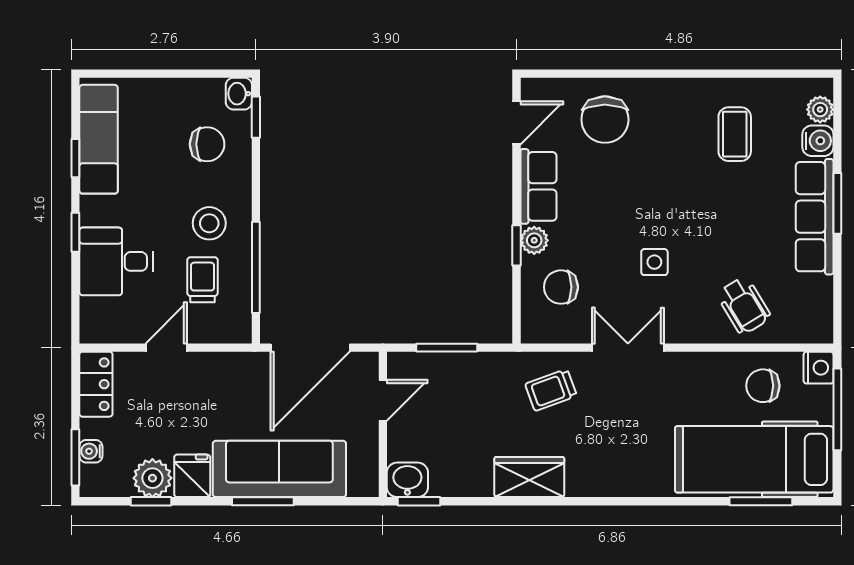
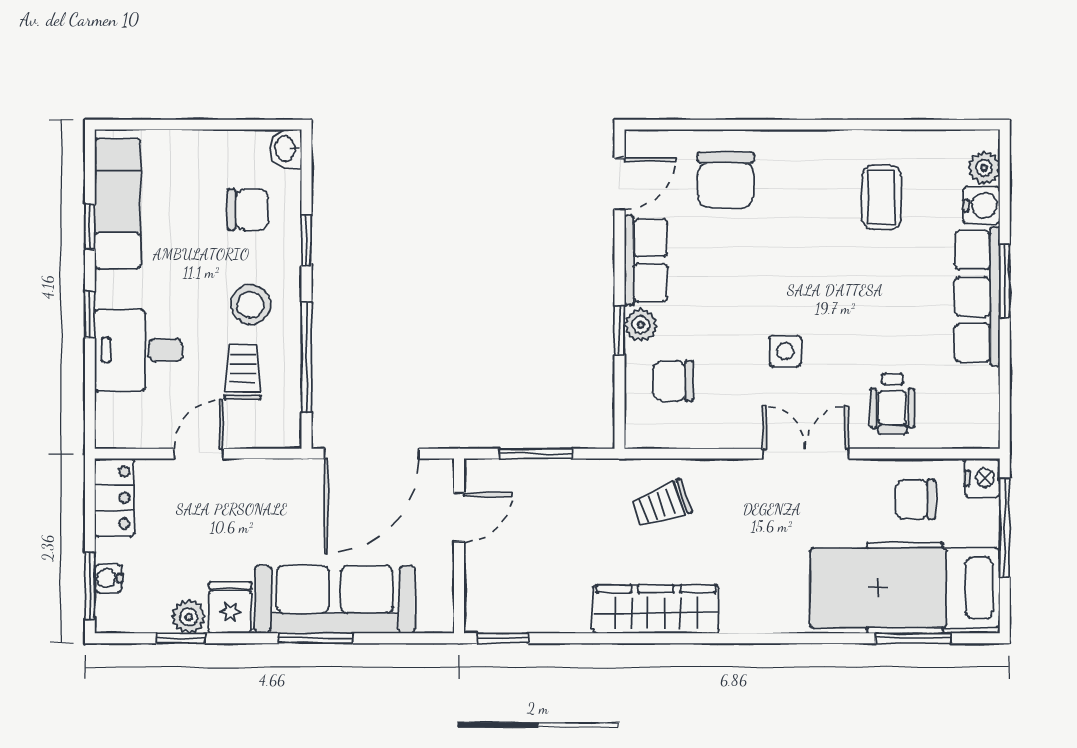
window: (256, 117) -> (307, 240), moved
wheelchair: (744, 306) -> (892, 403), turned 31
double door: (628, 348) -> (806, 454), moved
wardrobe: (529, 477) -> (656, 609), width x1.50
plant: (152, 478) -> (189, 617), width x0.73, depth x0.73
washbasin: (407, 480) -> (488, 613), removed

